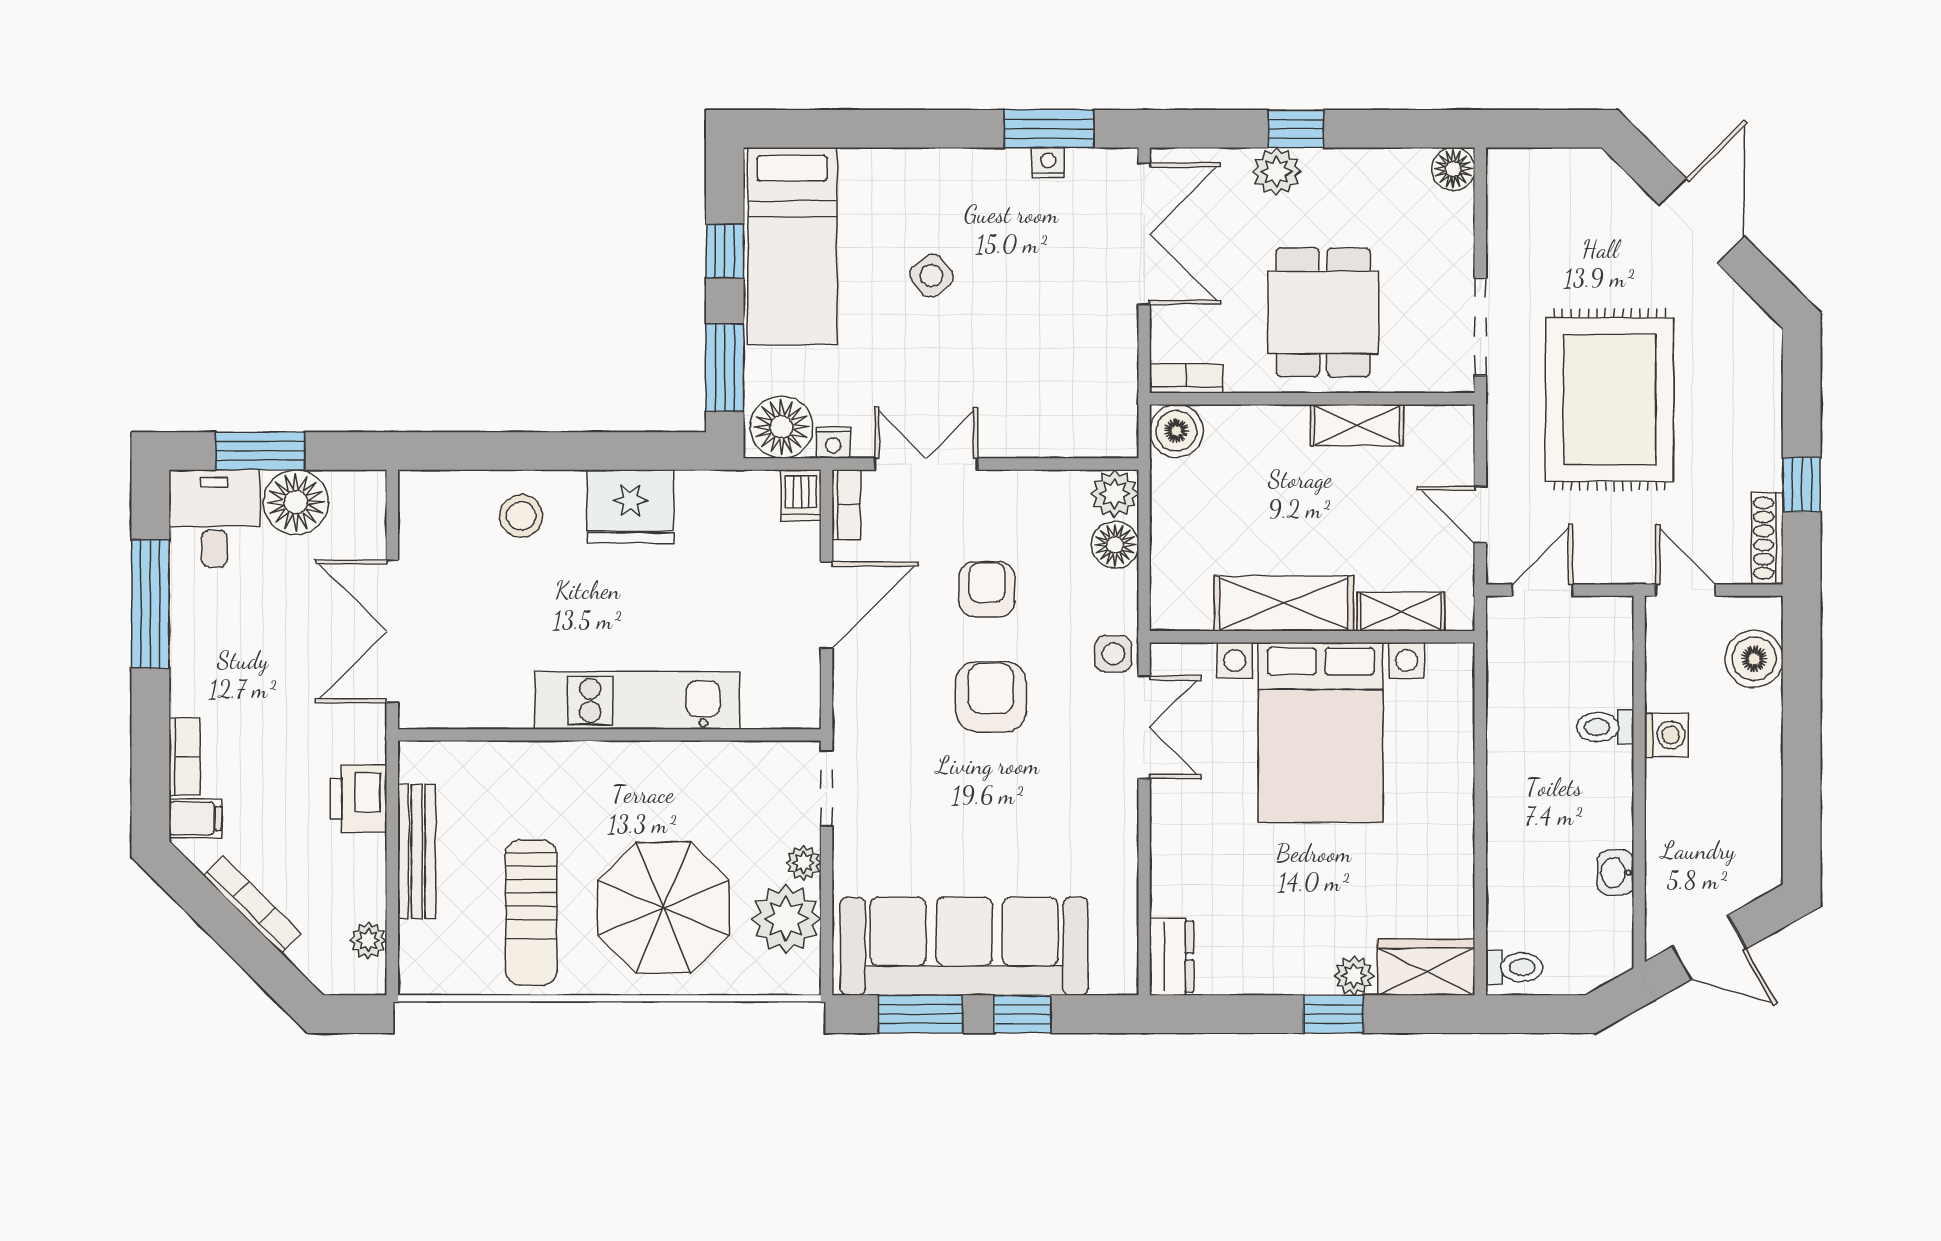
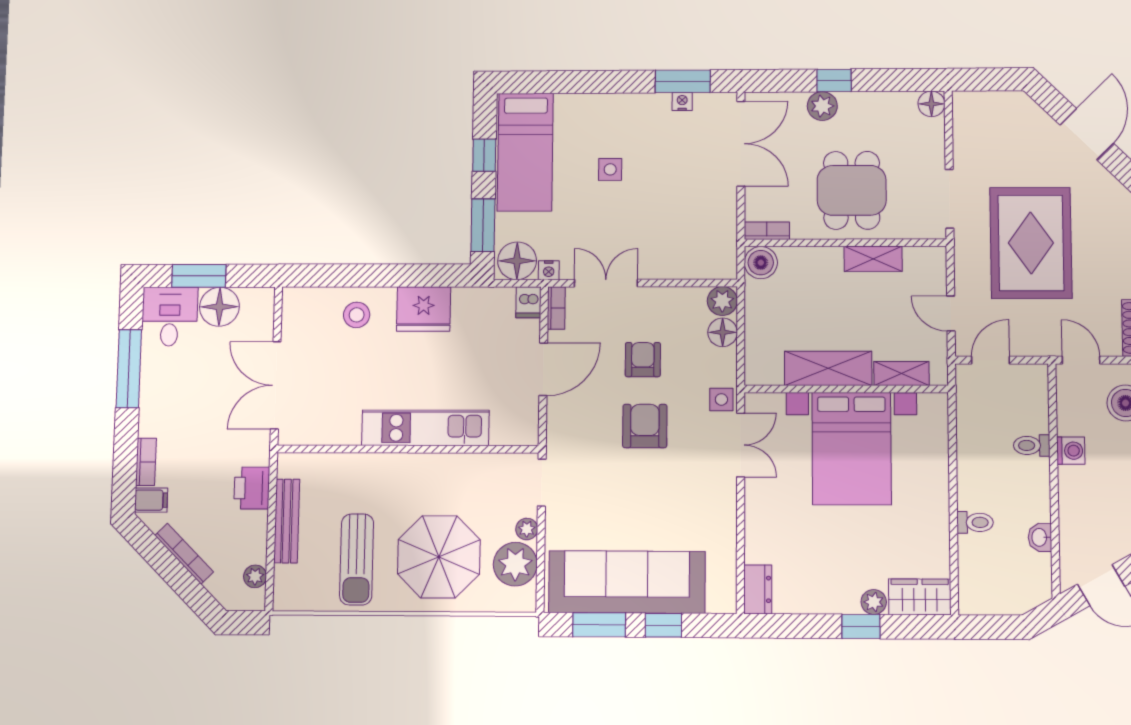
side table: (931, 276) -> (610, 169), turned 38
toilet: (1514, 967) -> (975, 522), moved

